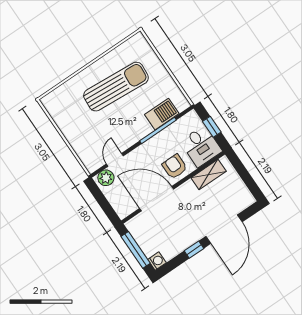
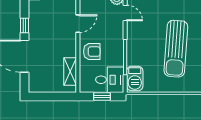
barbecue: (162, 114) -> (135, 79), moved
desk: (201, 146) -> (110, 80), moved, turned 180
door: (157, 199) -> (78, 24), width x0.53

